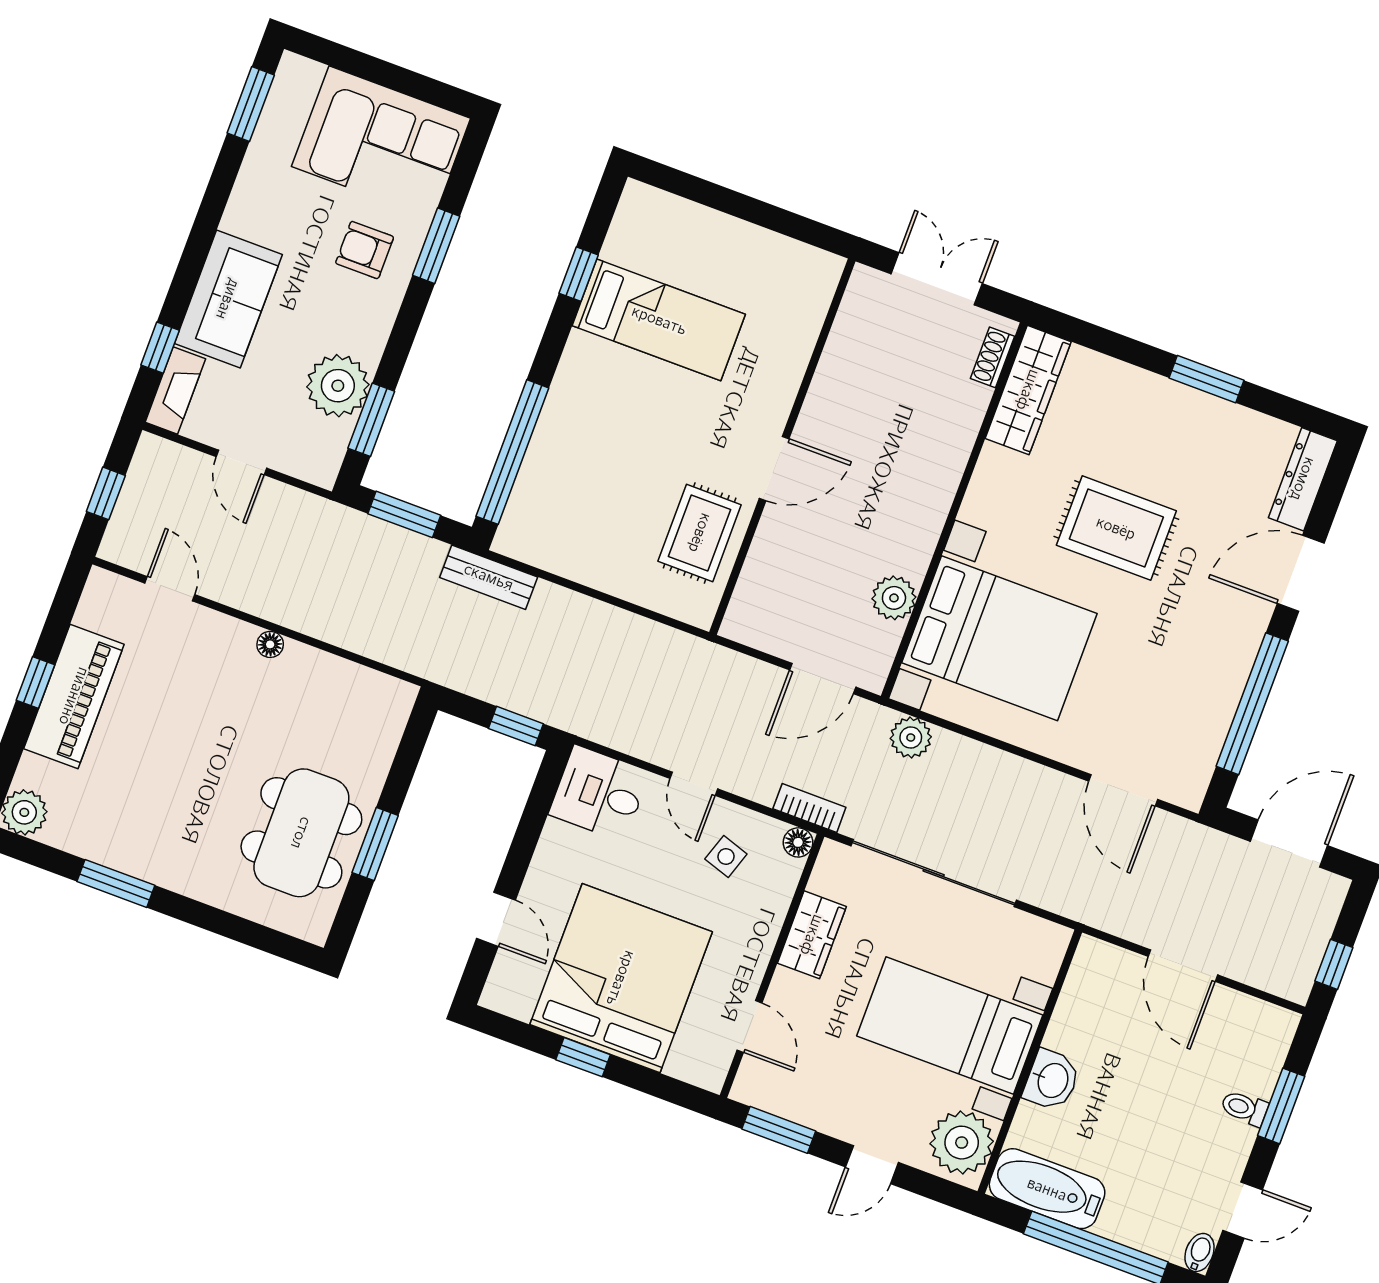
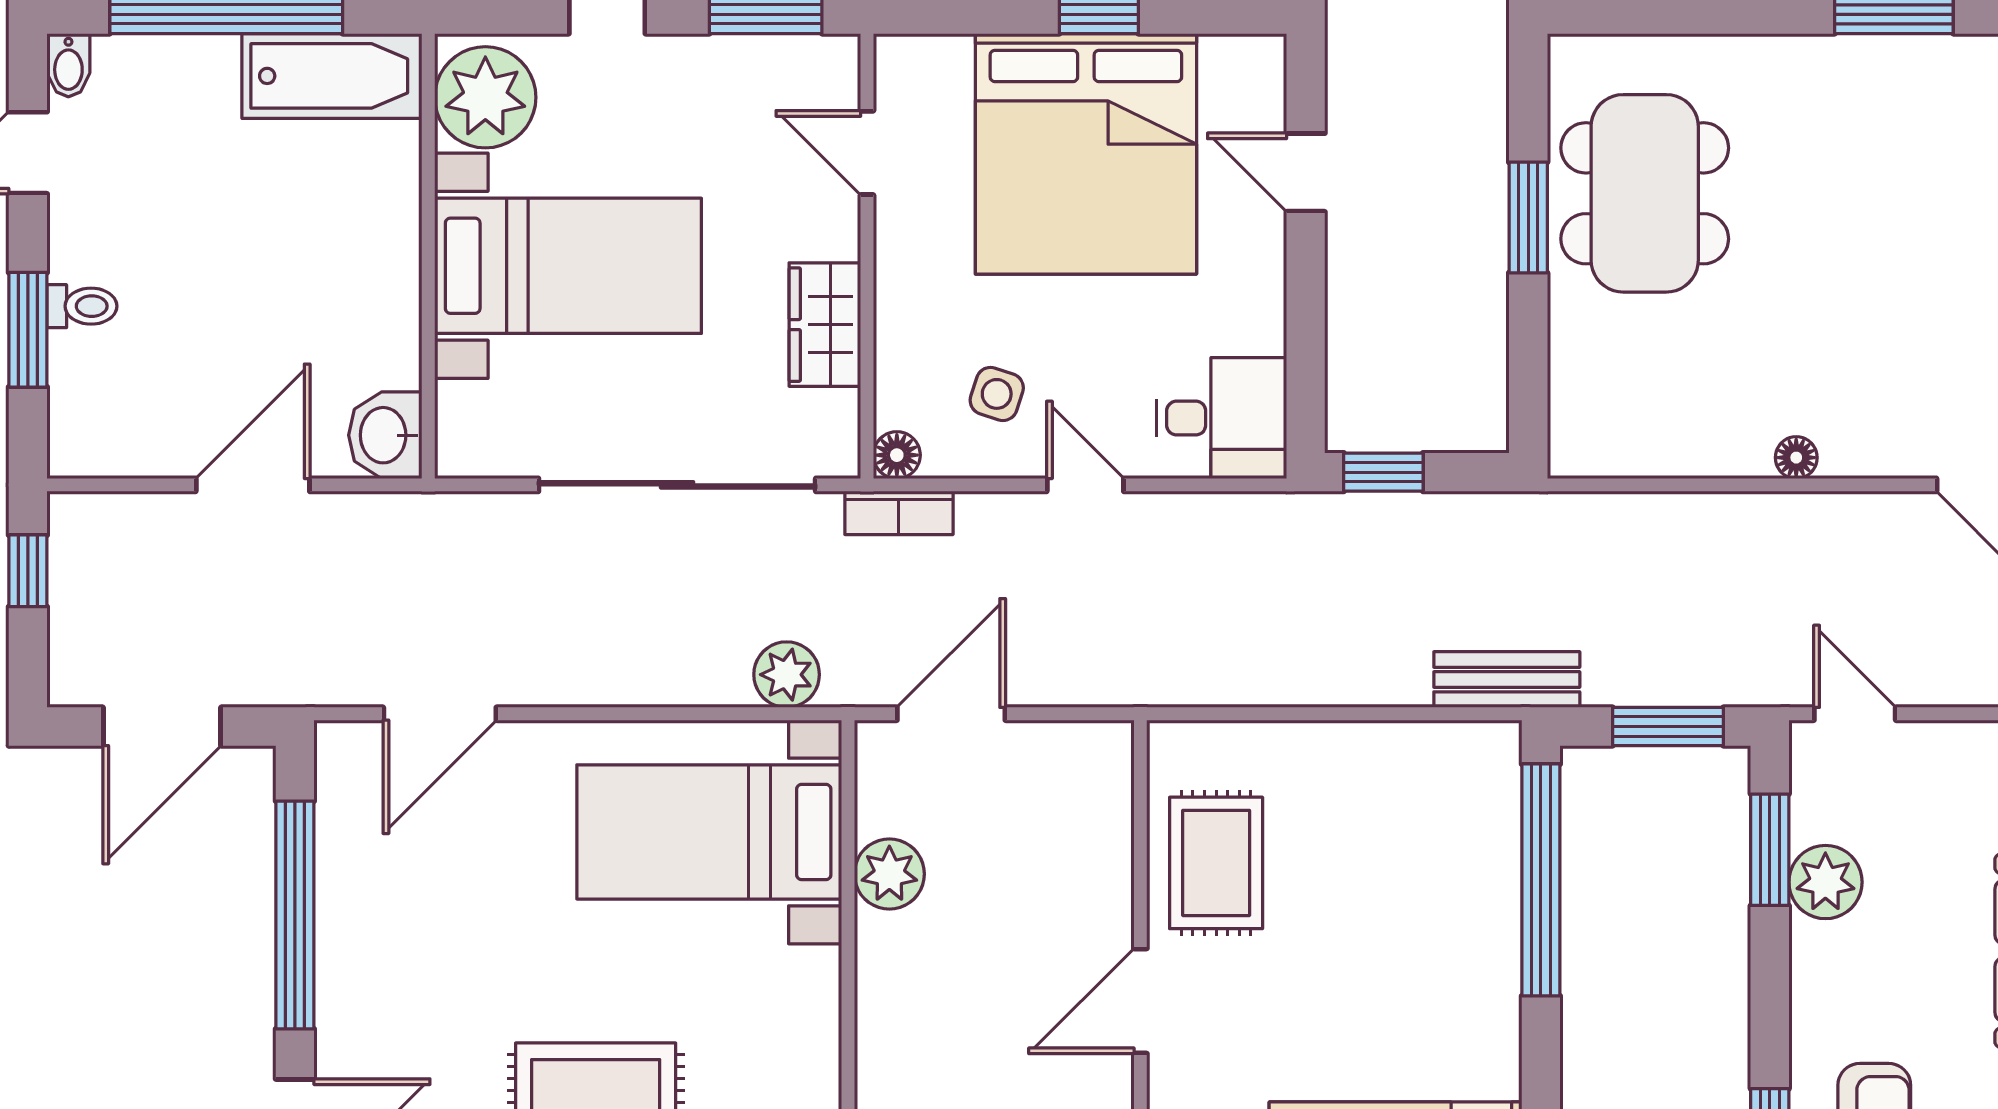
plant: (338, 386) -> (1825, 882), width x0.73, depth x0.73
door: (241, 462) -> (1855, 714), moved
bed with nightstands: (999, 638) -> (709, 832), width x0.73
door: (1123, 790) -> (440, 714), swing flipped
door: (1183, 966) -> (253, 485), hinge flipped
washbasin: (1052, 1080) -> (385, 435), moved

